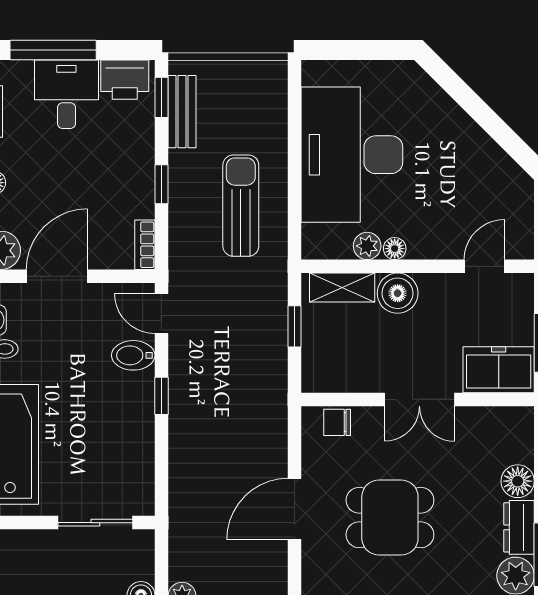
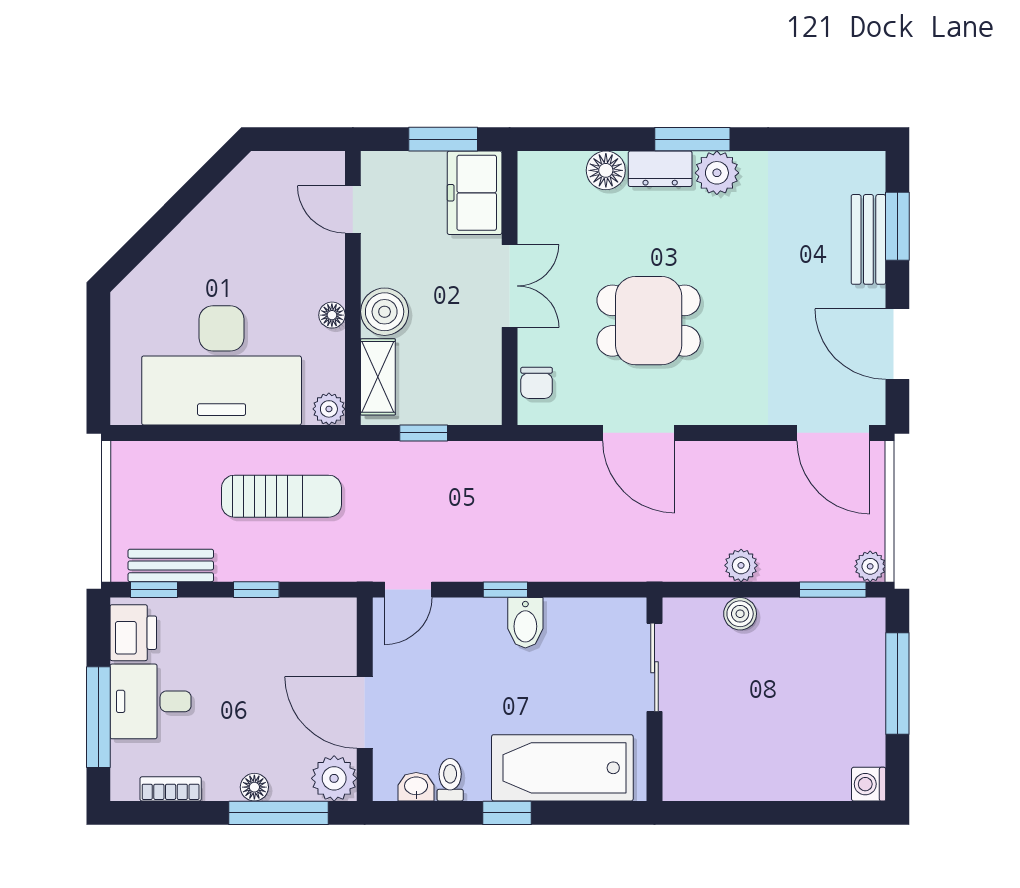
sun lounger: (241, 206) -> (281, 496), turned 180
bookcase: (145, 245) -> (328, 609), removed
plant: (367, 246) -> (329, 409), moved
bidet: (133, 355) -> (525, 623), moved
dining table: (390, 518) -> (649, 321), turned 90

